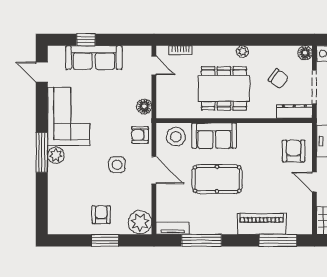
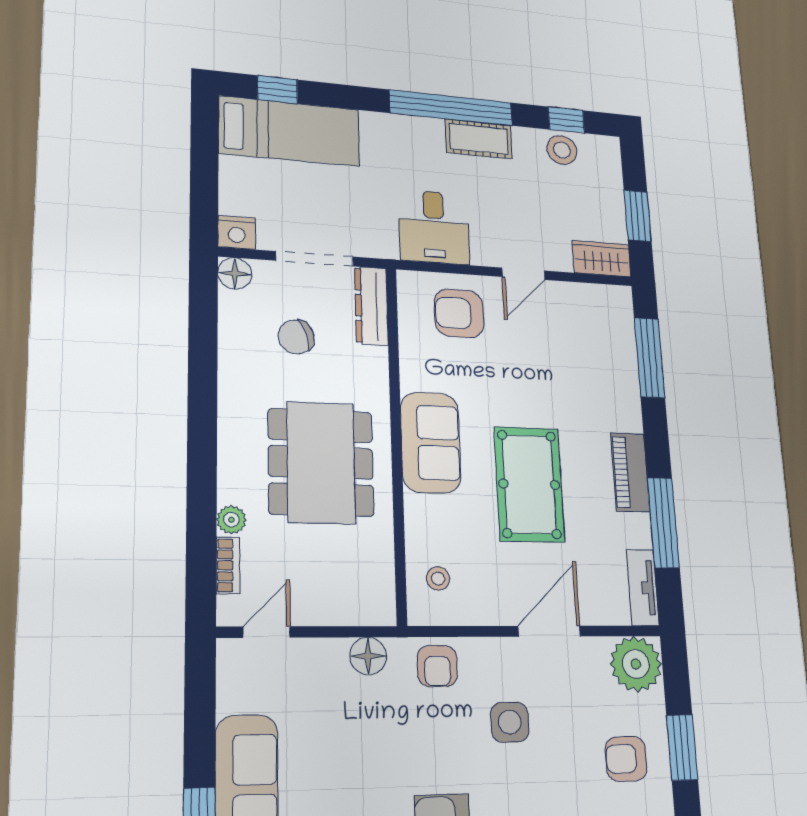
plant: (243, 52) -> (231, 520), moved
chair: (278, 79) -> (296, 337), turned -144
sofa: (214, 136) -> (431, 442), moved
stool: (176, 137) -> (438, 579), width x0.53, depth x0.53
door: (154, 170) -> (549, 631), moved
piano: (262, 224) -> (630, 472), moved, width x0.73, depth x0.75

